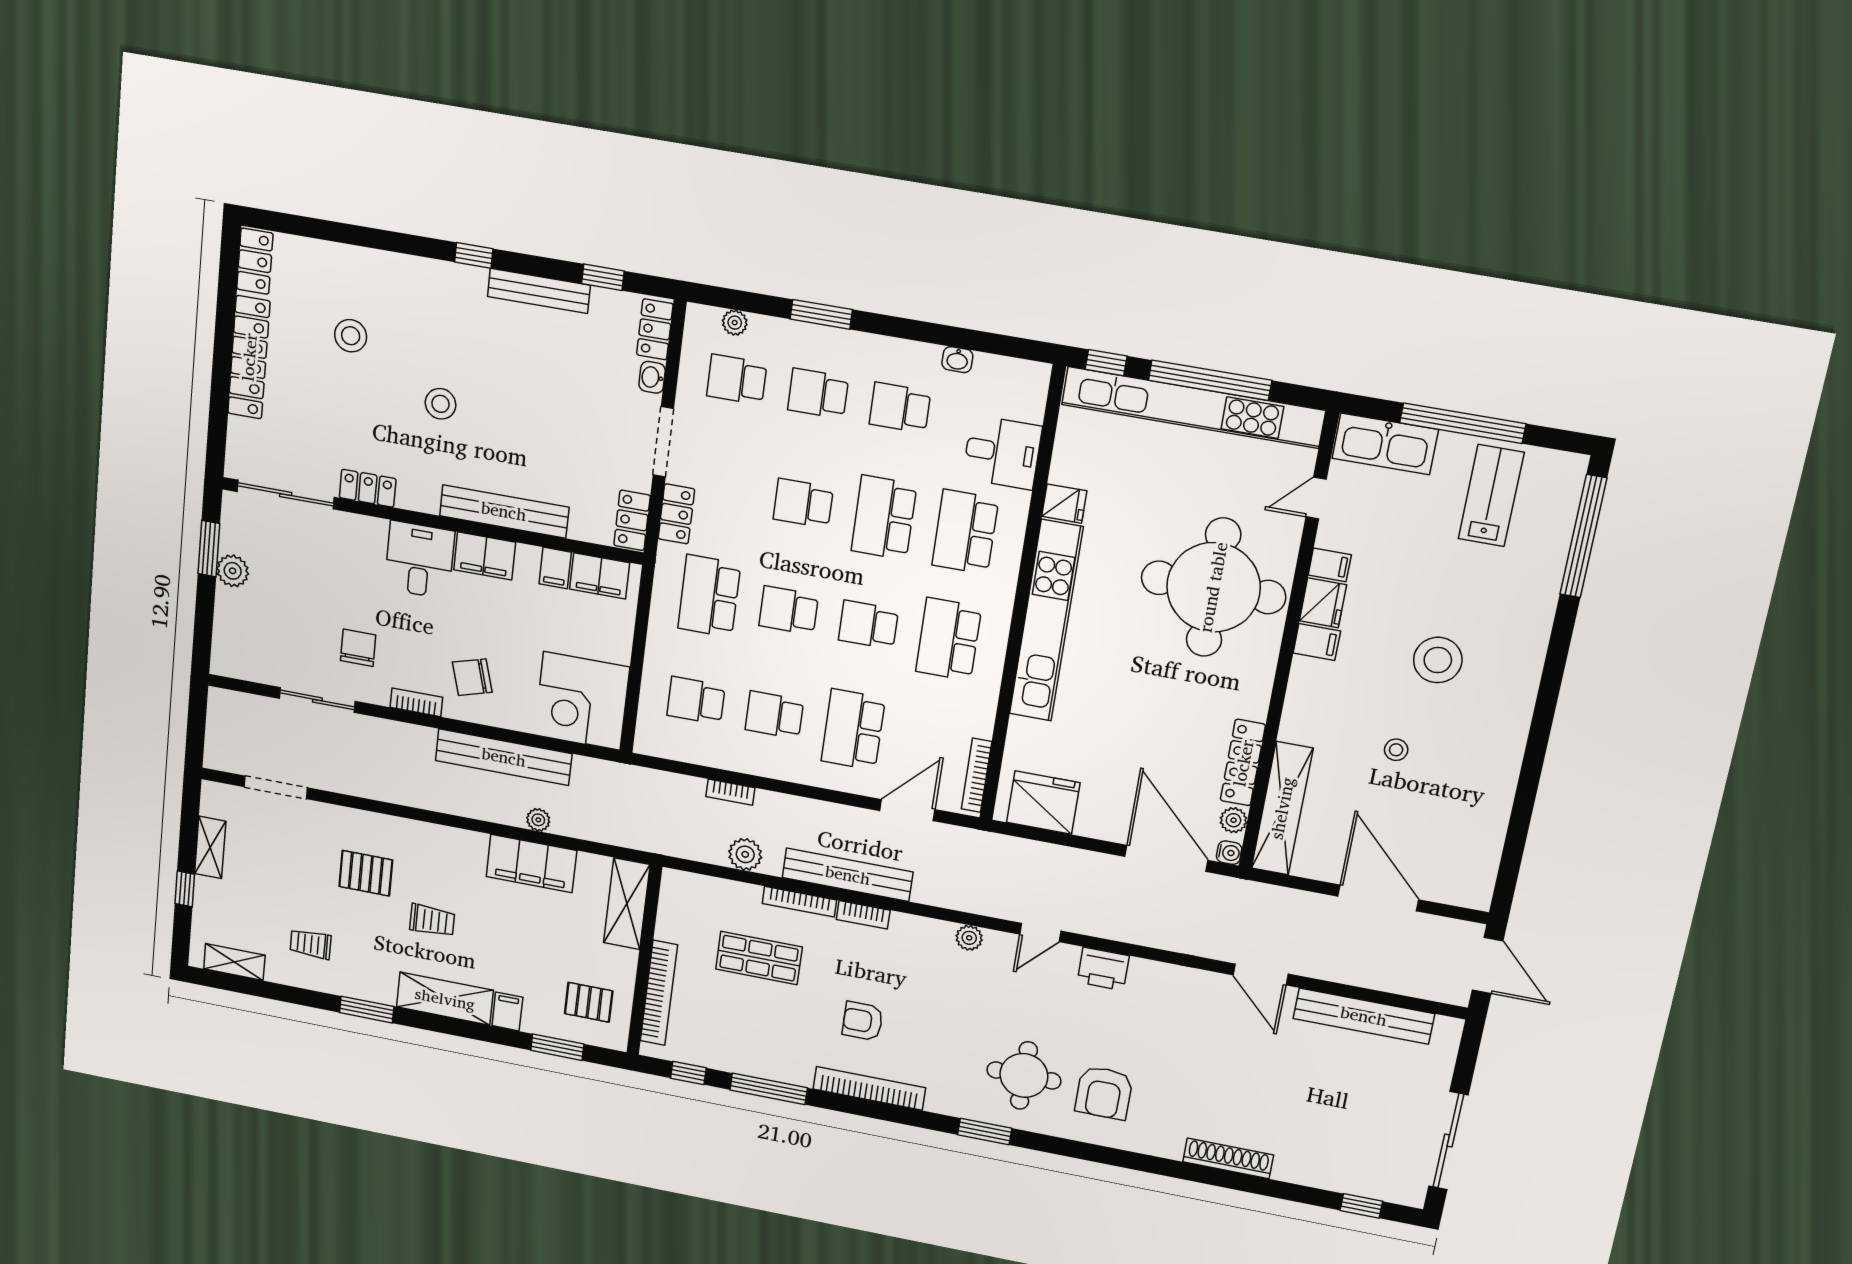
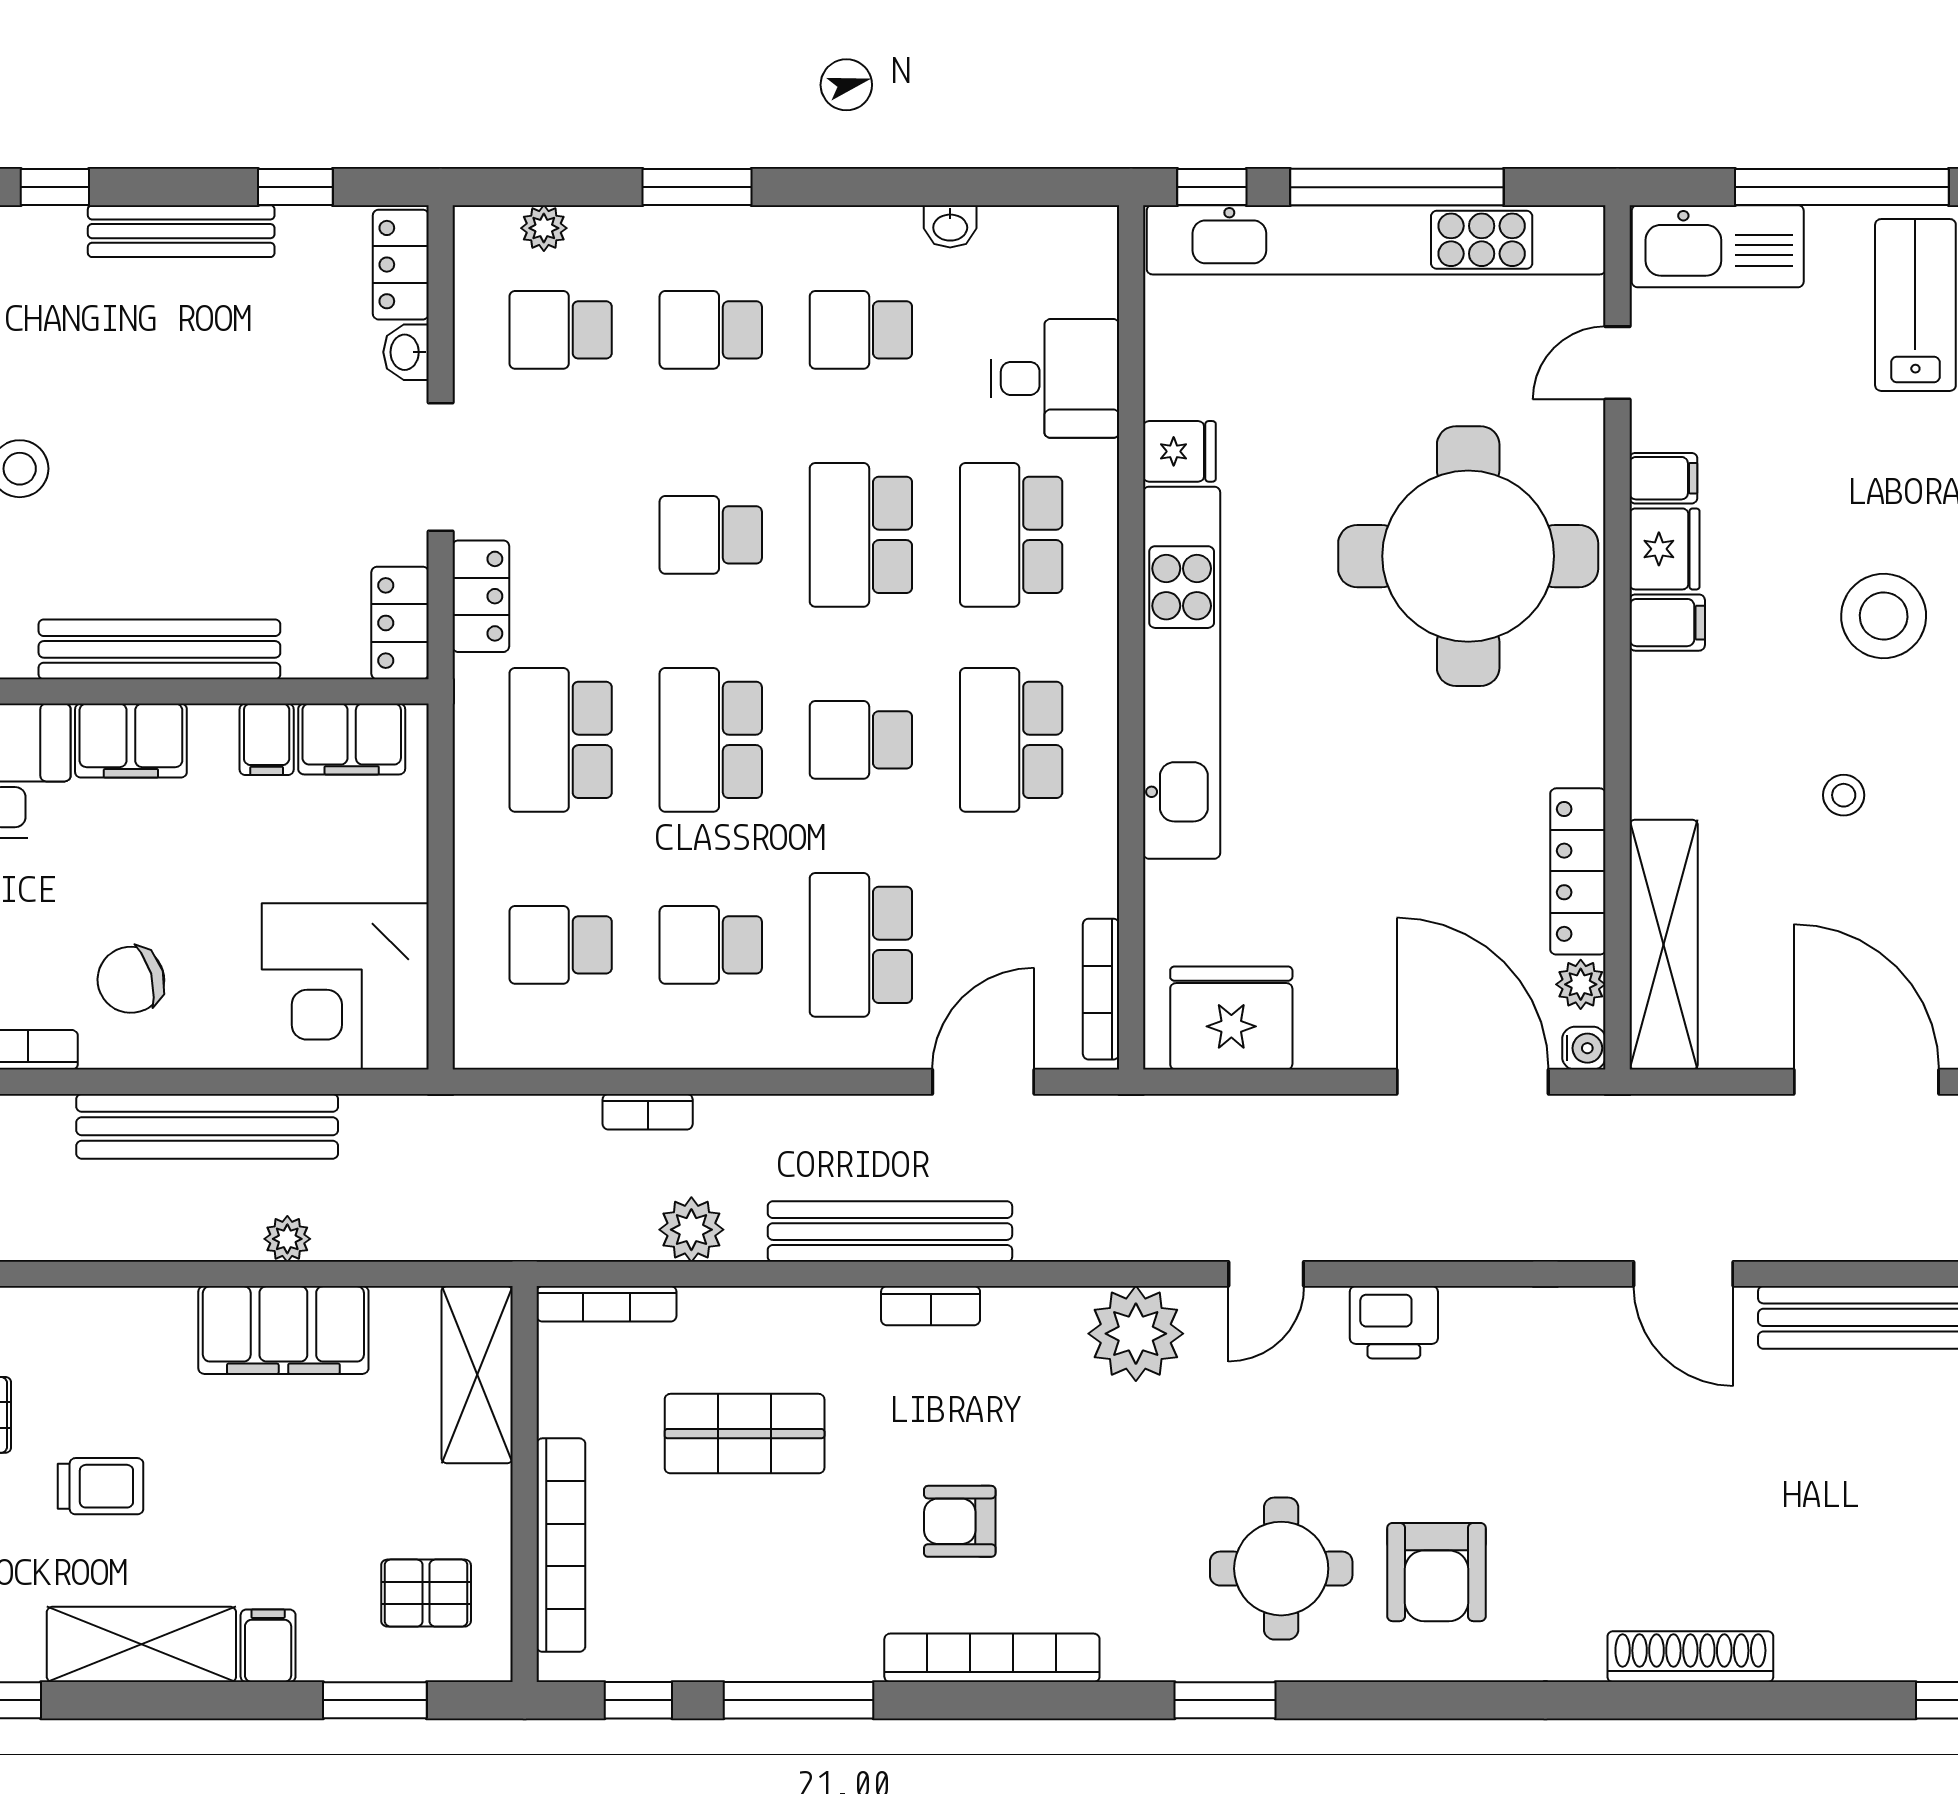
school desk: (789, 610) -> (711, 740), width x1.85
bookcase: (799, 902) -> (606, 1304), moved
plant: (969, 938) -> (1136, 1334), width x1.88, depth x1.88

